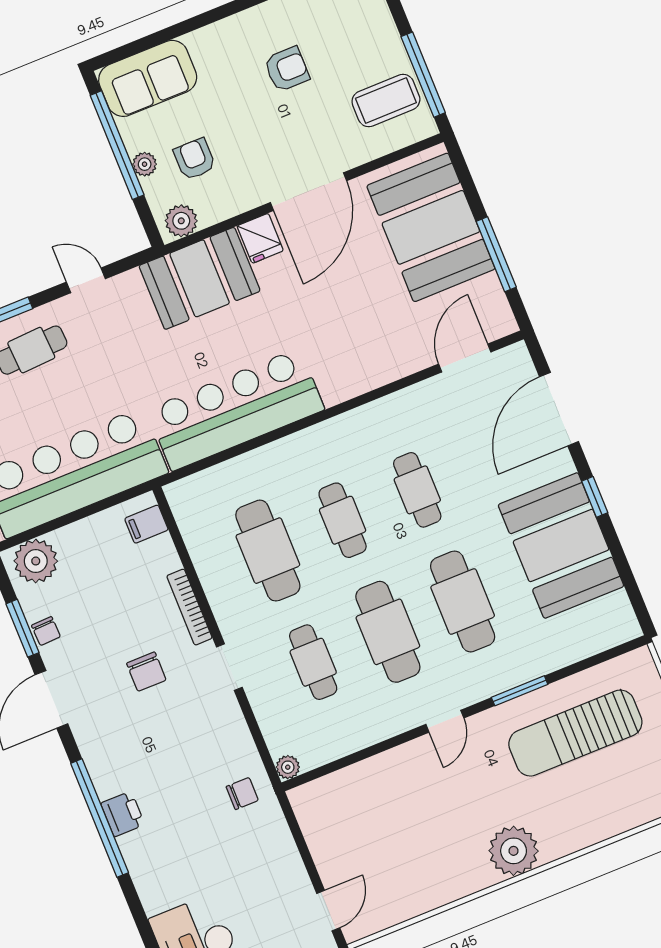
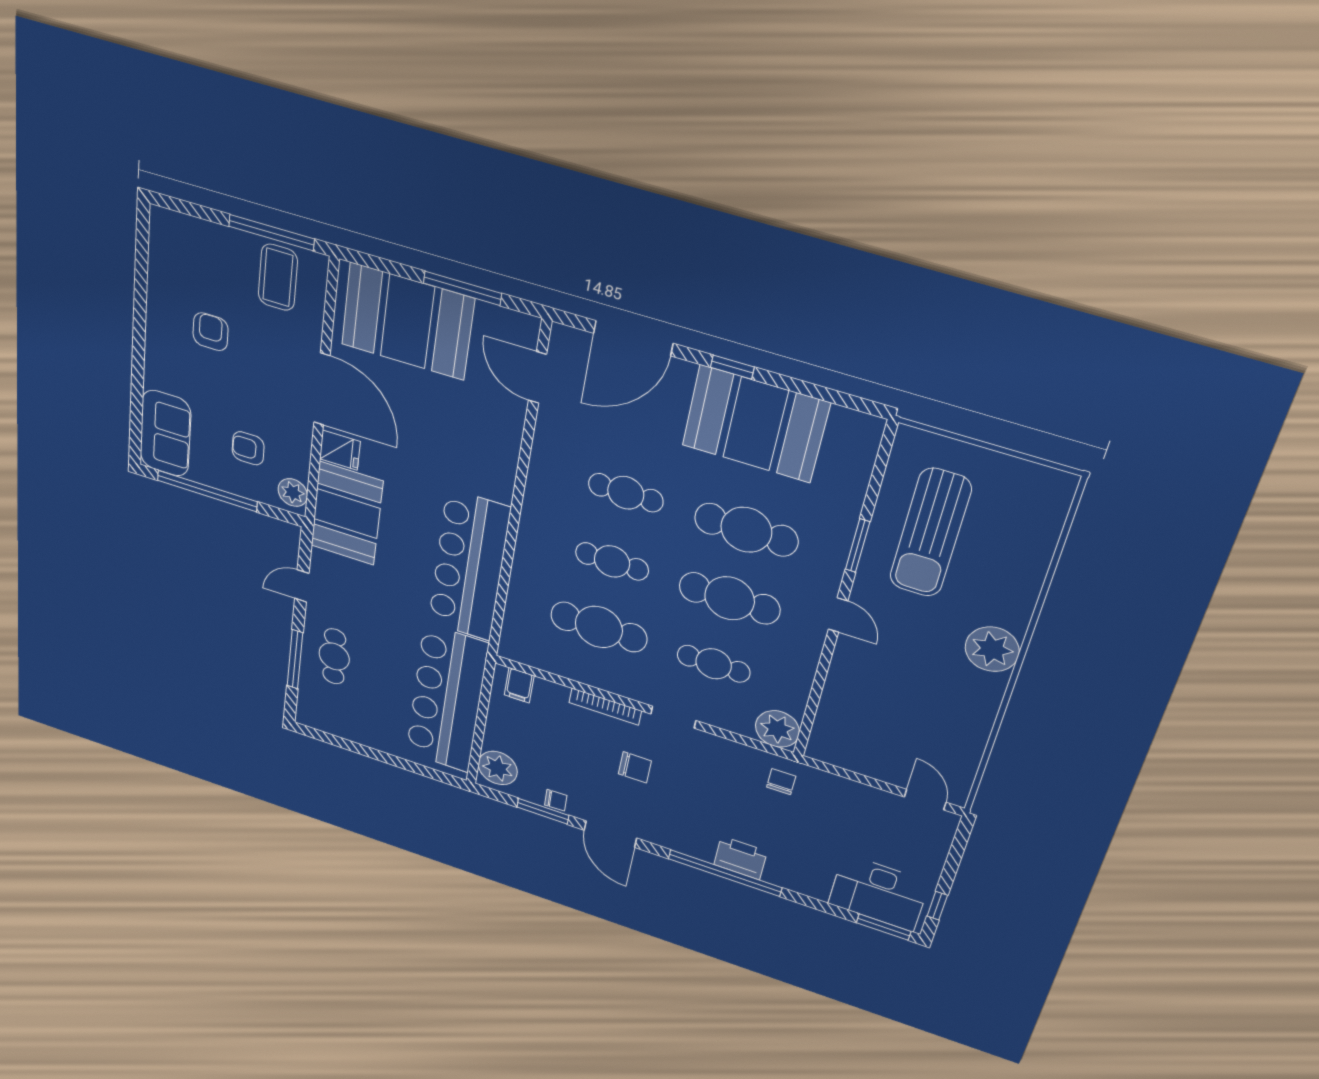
plant: (145, 164) -> (233, 484), removed
door: (559, 409) -> (633, 338), hinge flipped
plant: (288, 767) -> (777, 729), width x1.88, depth x1.88
printer: (123, 814) -> (740, 858), width x1.36, depth x1.24

